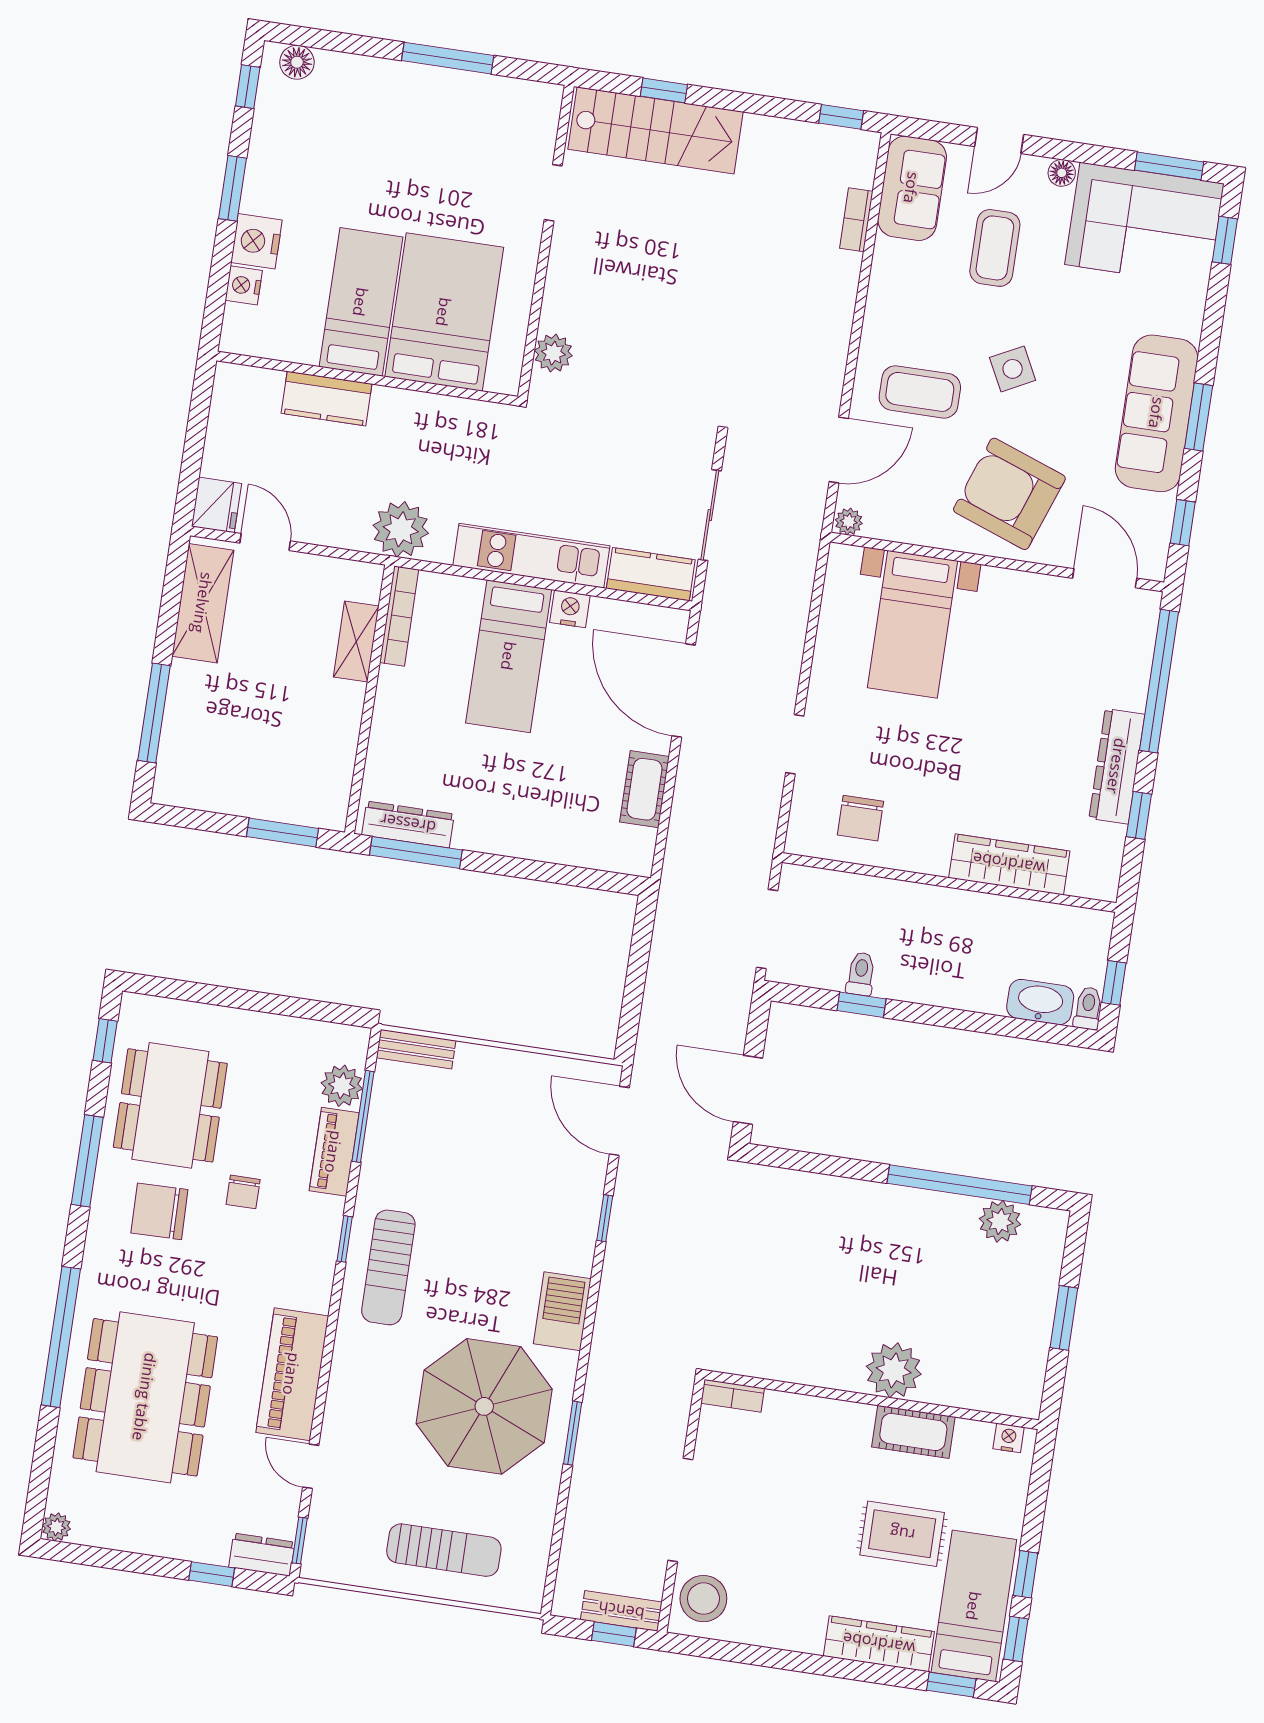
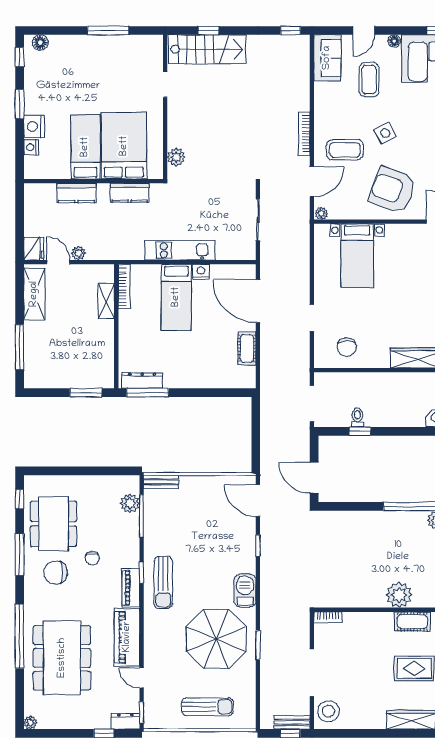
bookcase: (856, 220) -> (304, 134), moved, width x1.56
plant: (401, 529) -> (79, 253), moved, width x0.53, depth x0.53
kitchen counter: (651, 574) -> (130, 193), moved, turned 180
piano: (334, 1152) -> (131, 588), moved

